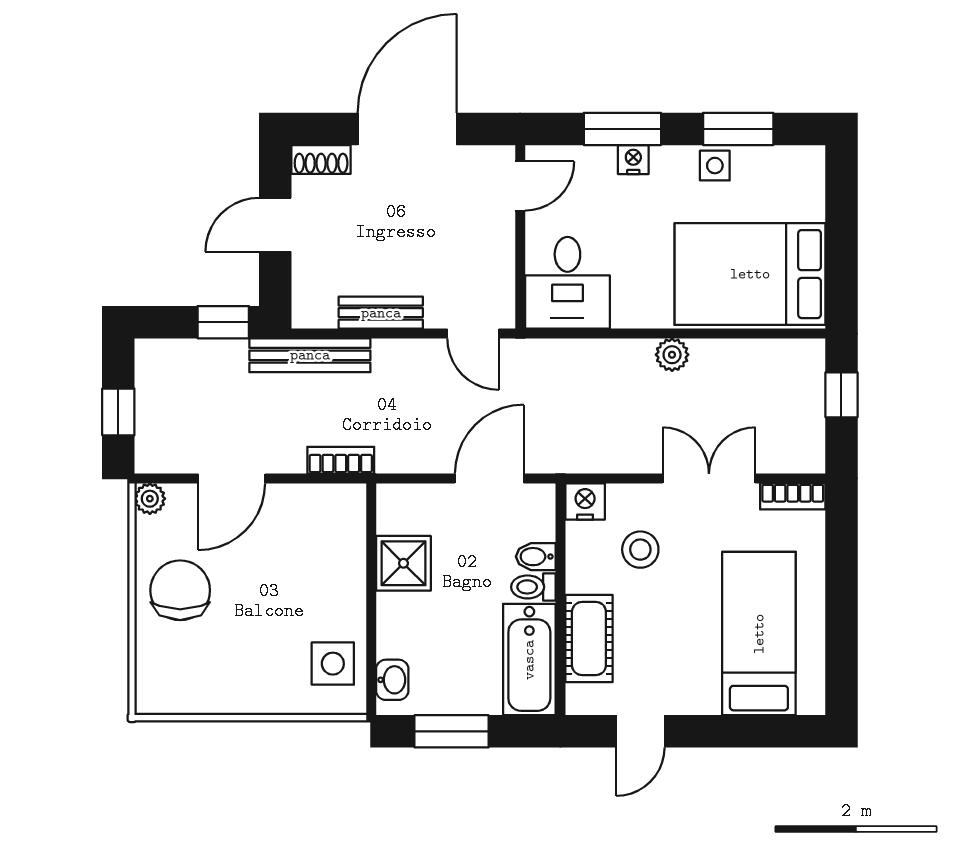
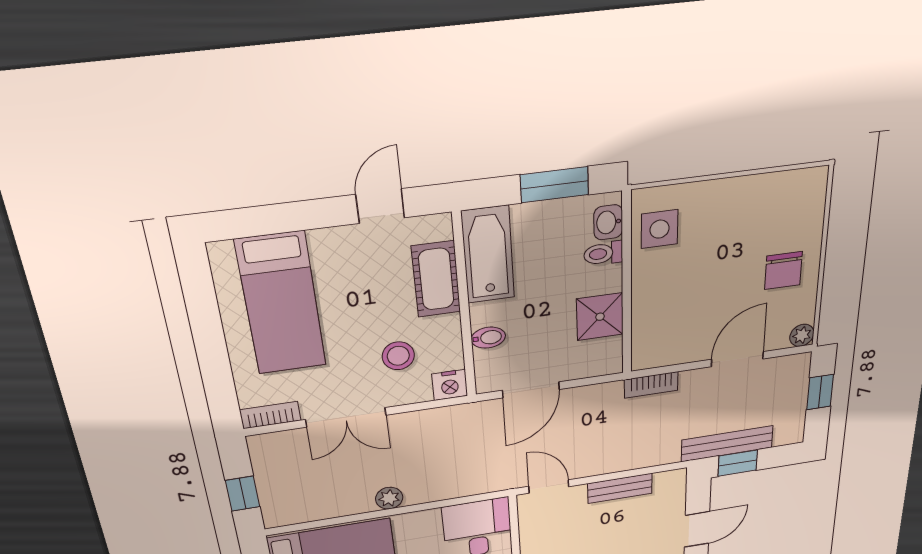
bench: (310, 355) -> (727, 444), moved
toilet: (533, 587) -> (603, 253), moved, turned 180
chair: (180, 590) -> (783, 270), width x0.73, depth x0.73

